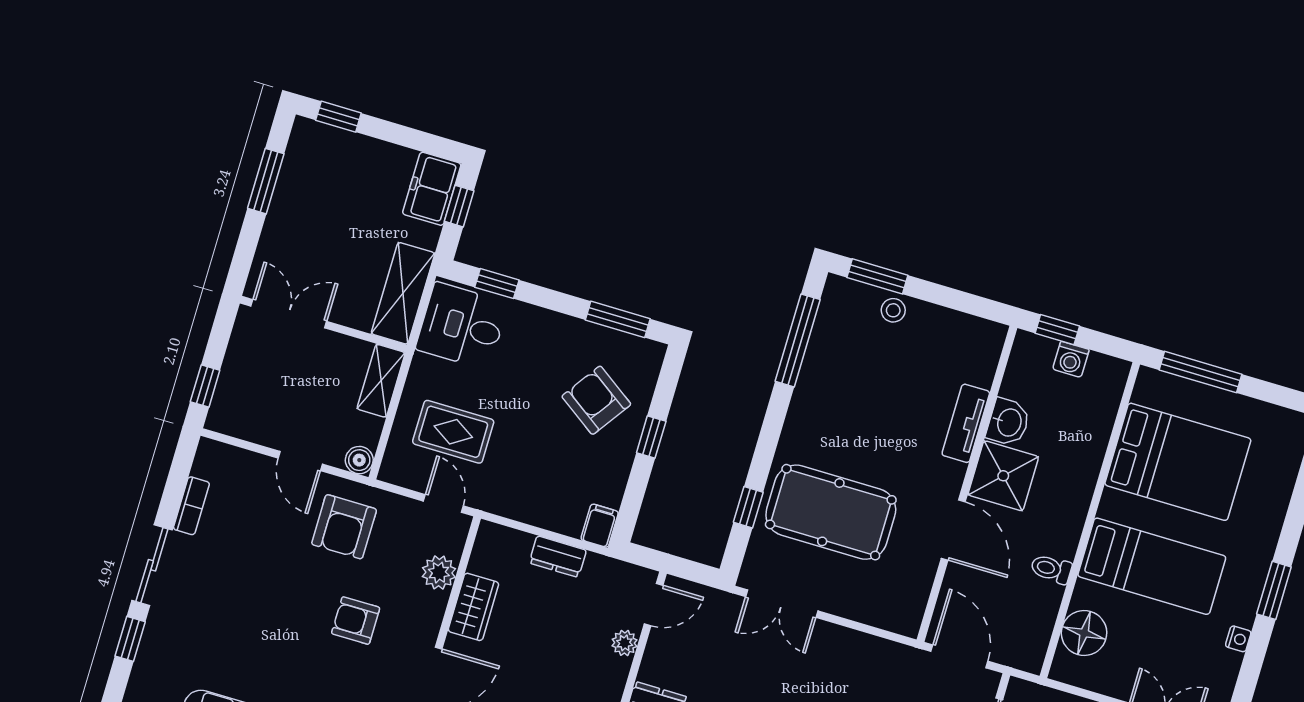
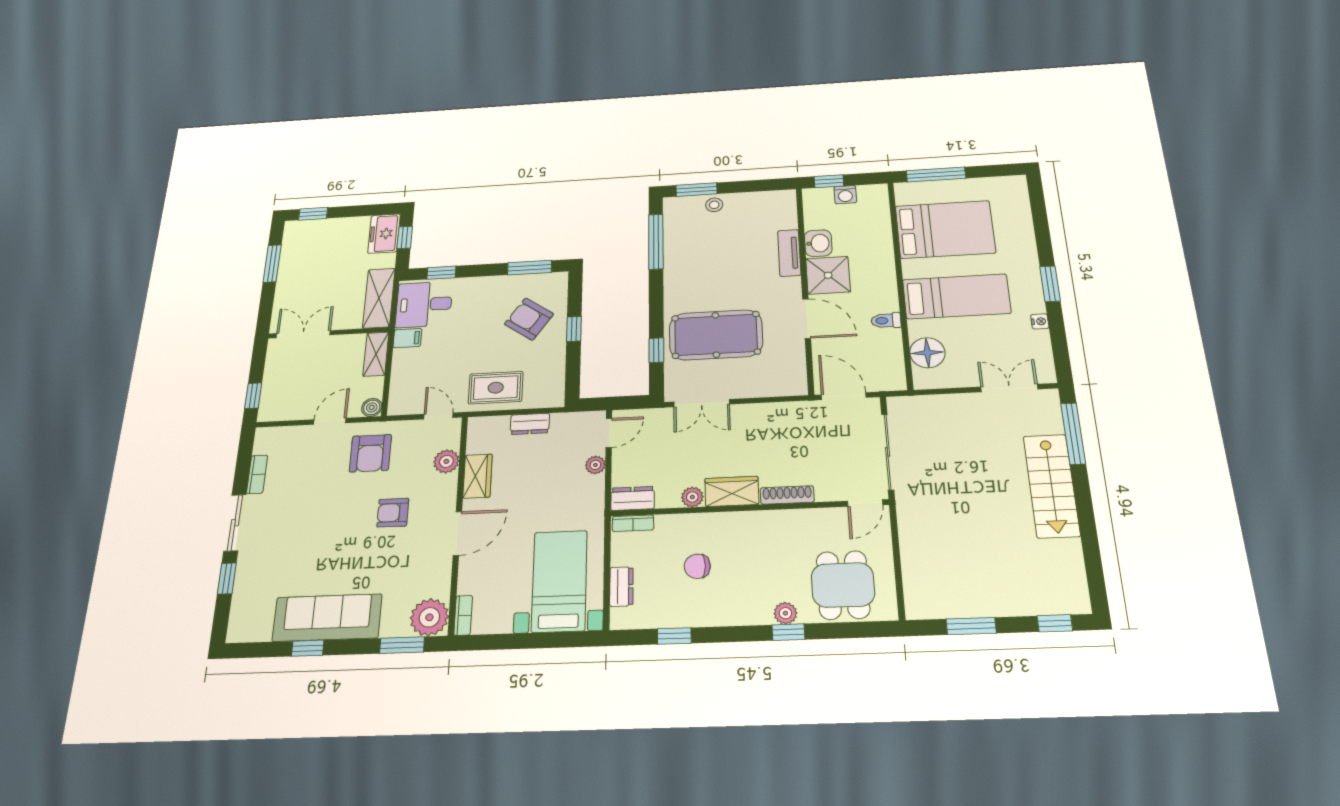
rug: (453, 432) -> (496, 388), moved
door: (300, 461) -> (330, 421), swing flipped
filing cabinet: (600, 526) -> (407, 338), moved, turned 90

